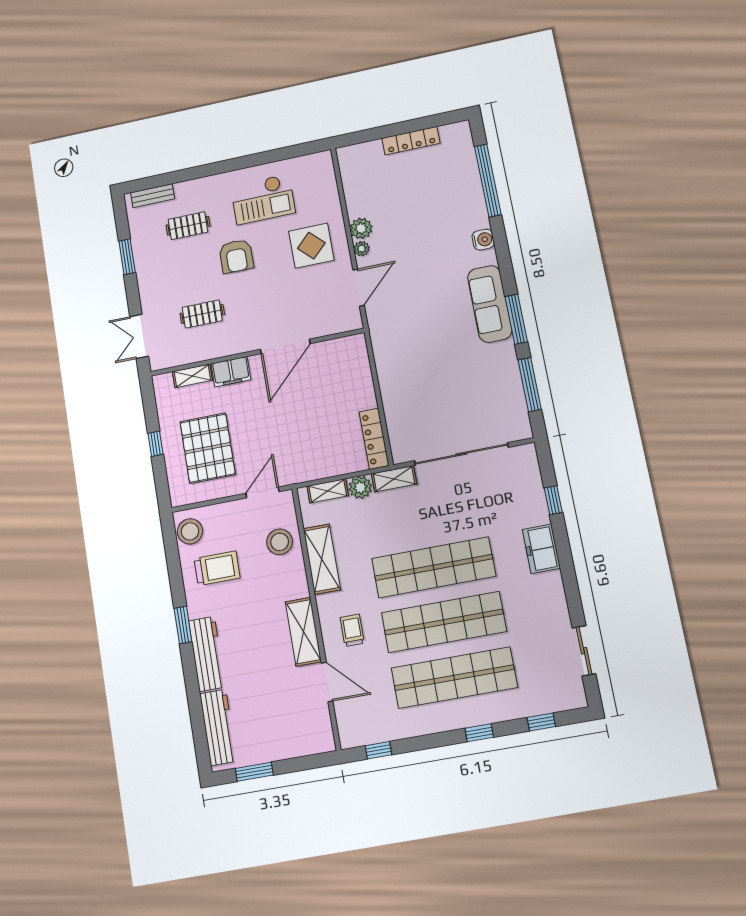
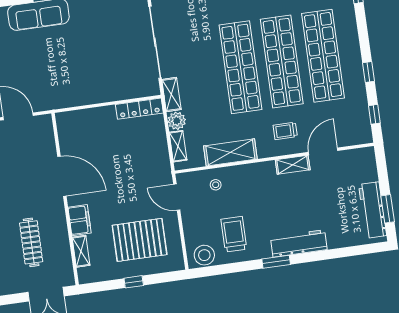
clothes rail: (202, 314) -> (31, 242), width x1.36
stool: (280, 542) -> (216, 185), width x0.53, depth x0.53
shelving: (303, 632) -> (293, 165), width x0.67, depth x0.75
workbench: (218, 727) -> (373, 210), moved, turned -90
window: (479, 733) -> (368, 72), moved

